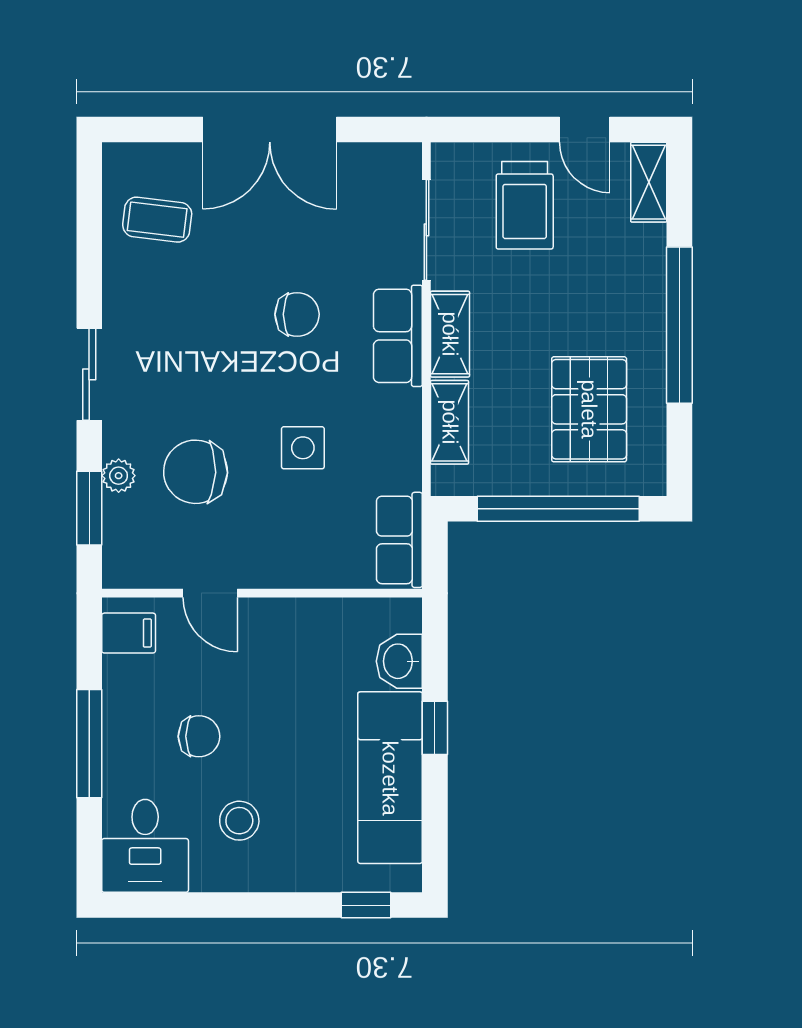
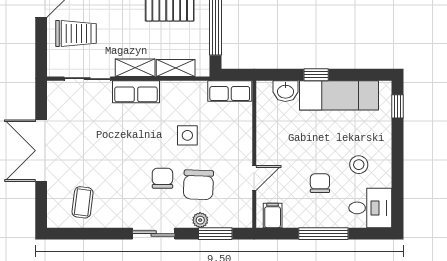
double door: (270, 129) -> (41, 151), swing flipped
chair: (297, 314) -> (162, 178), moved

